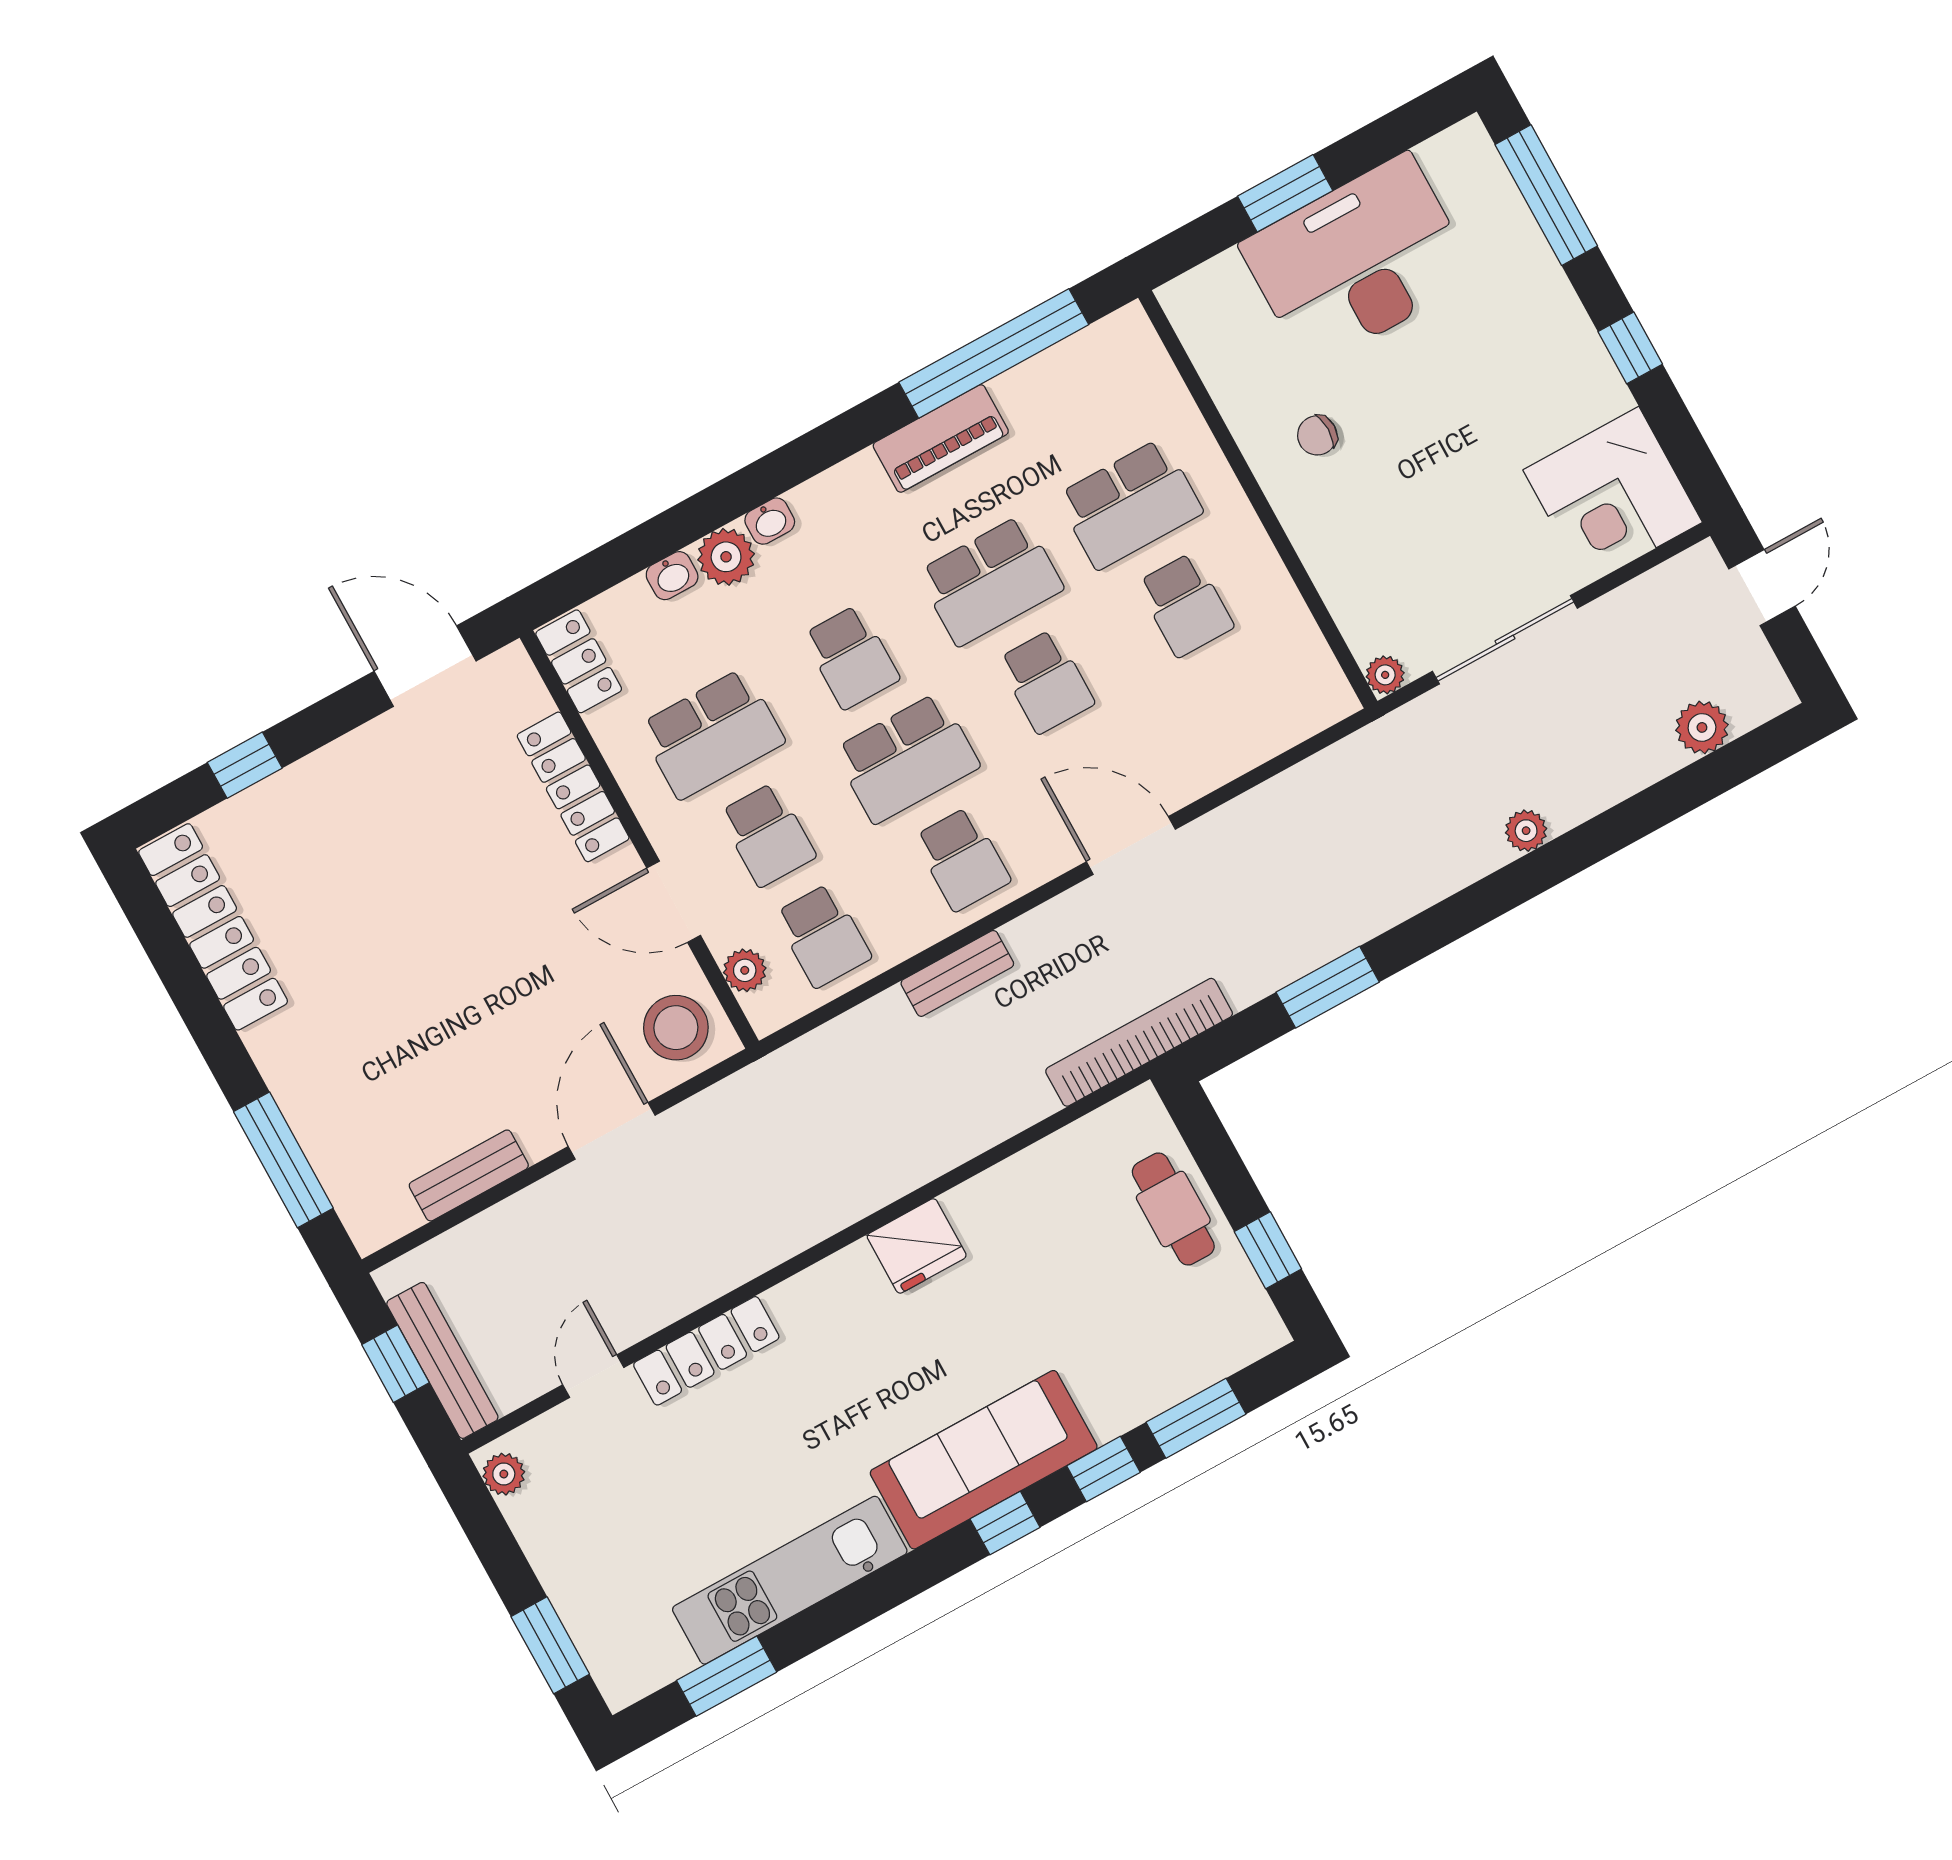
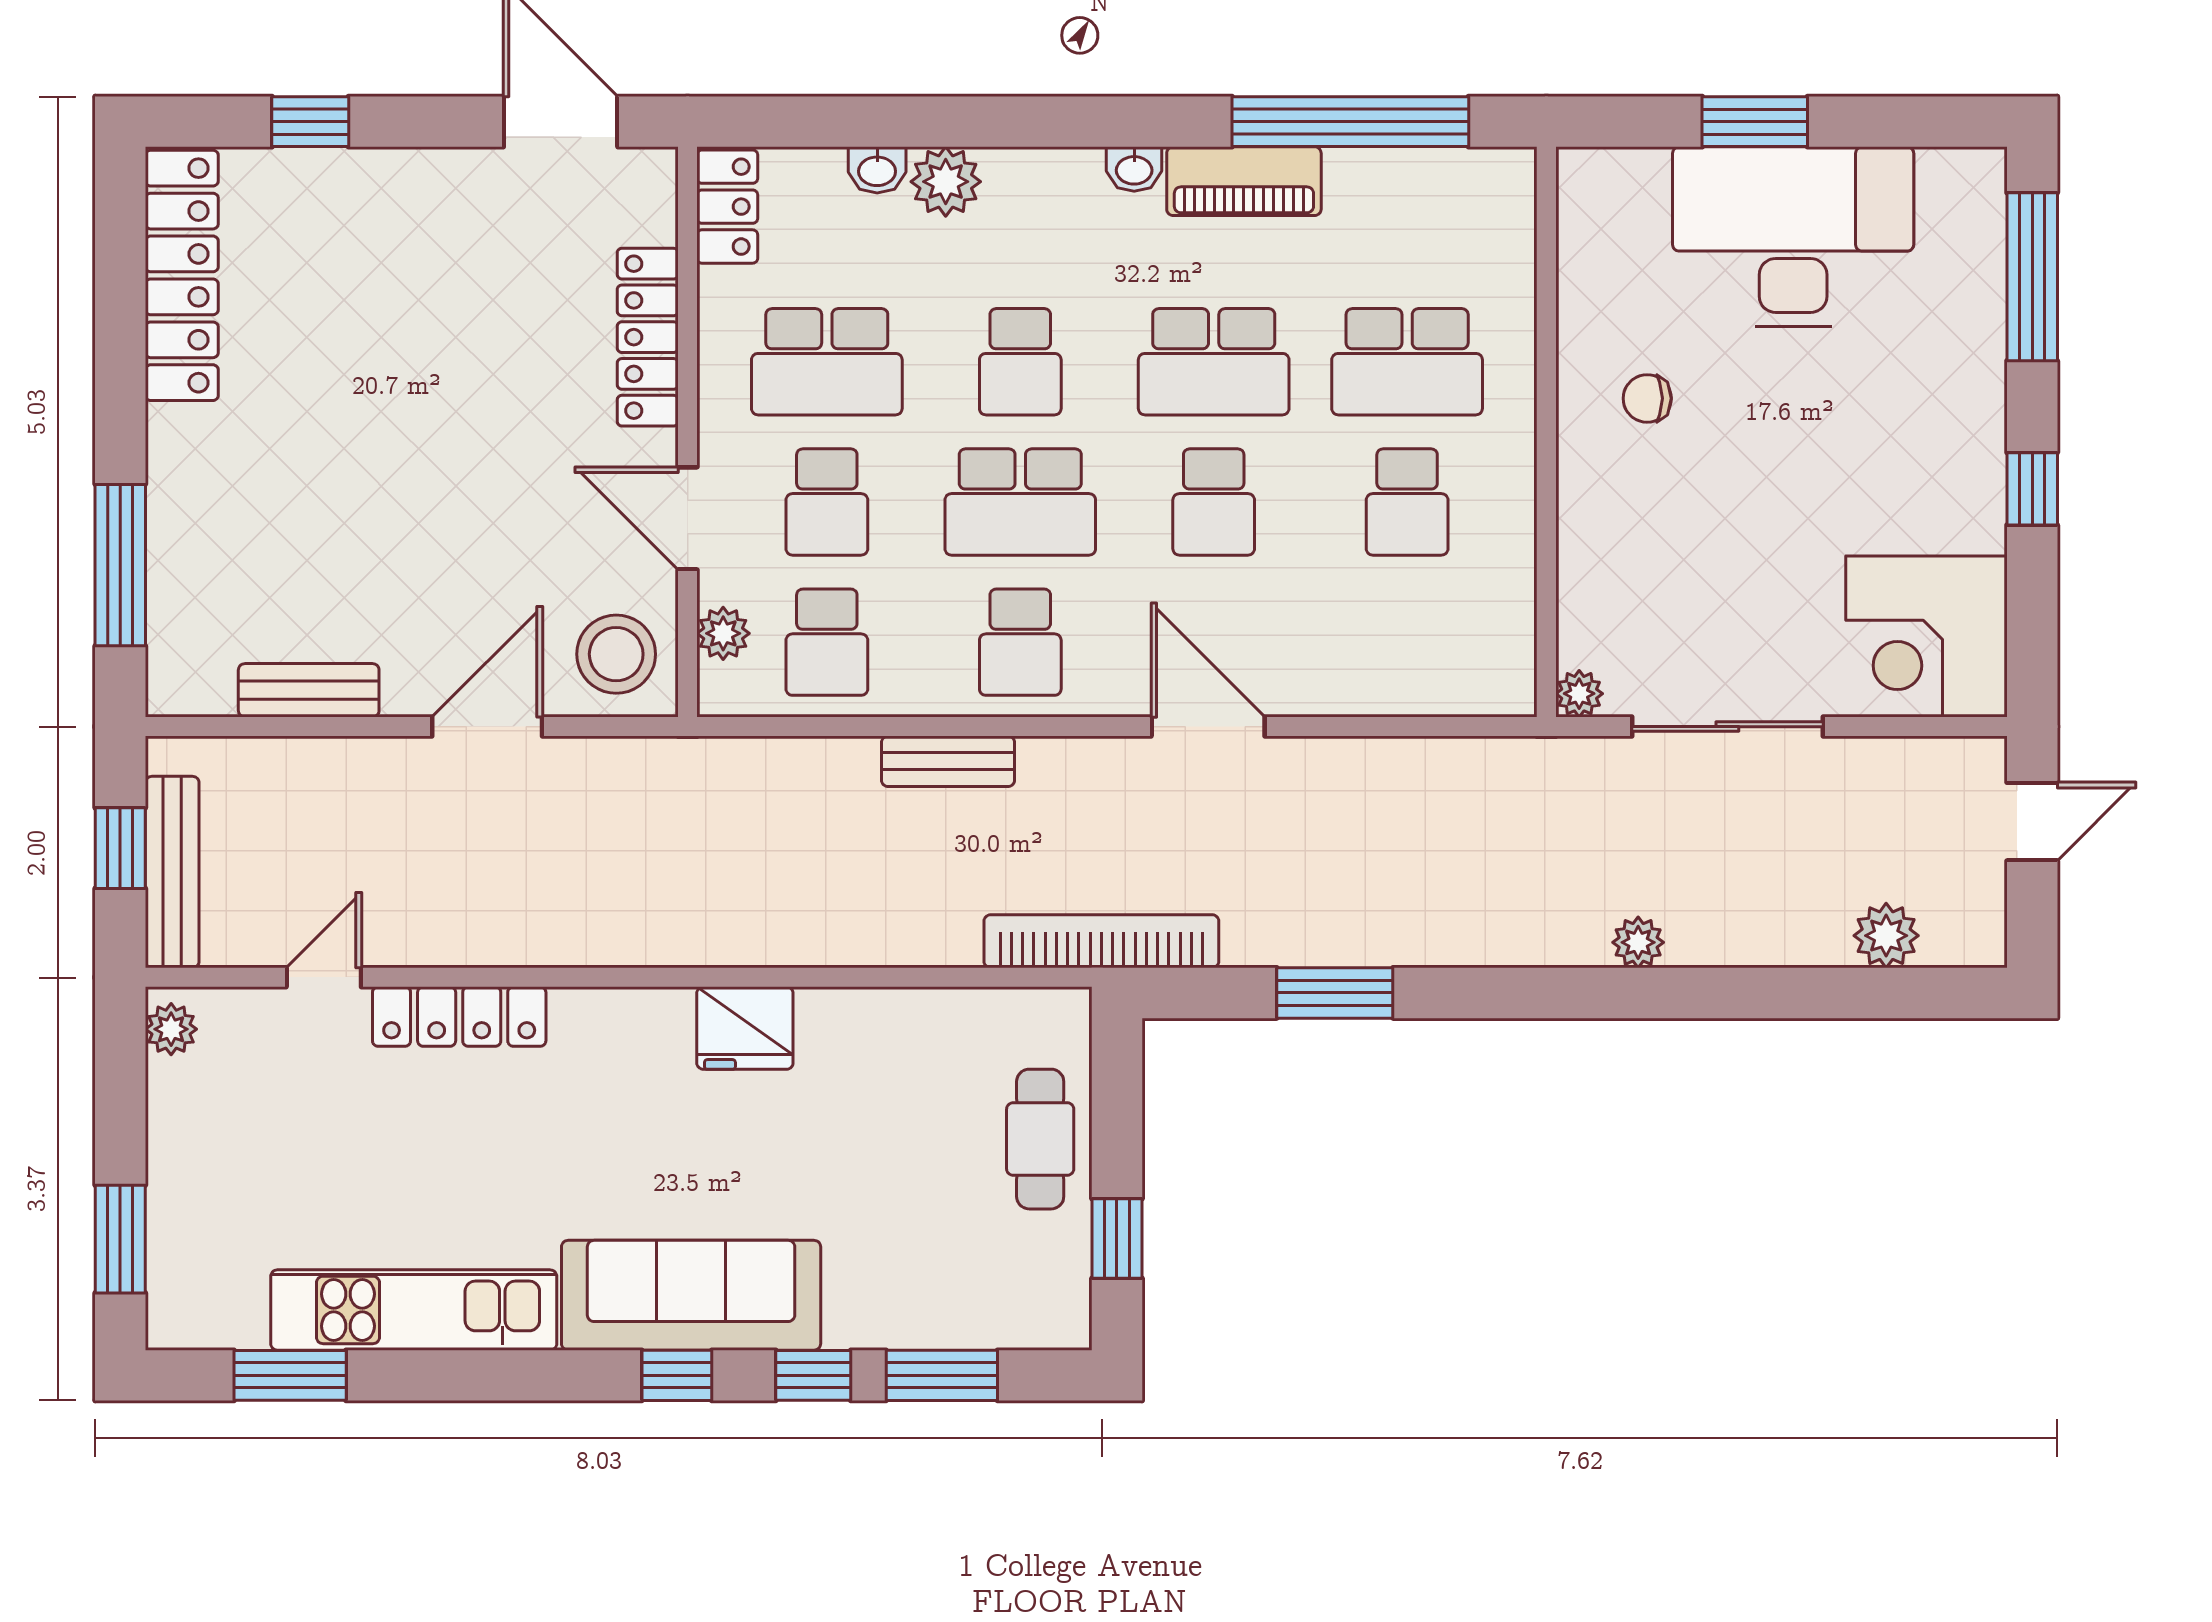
washbasin: (770, 521) -> (1134, 169), moved

